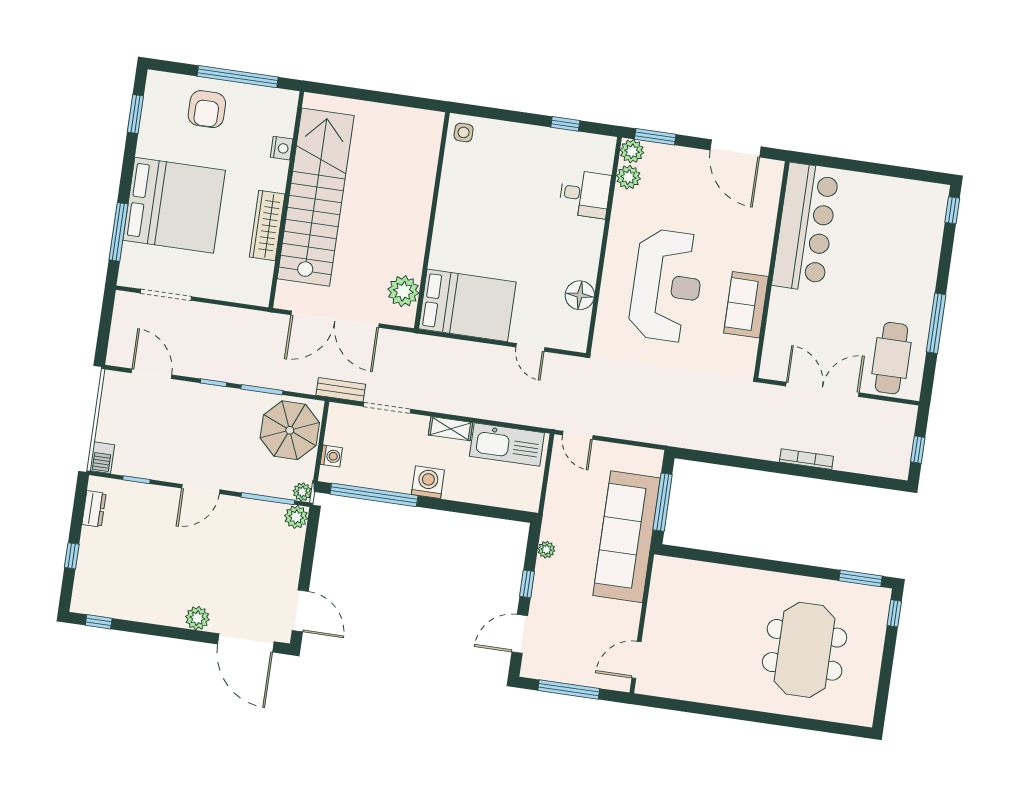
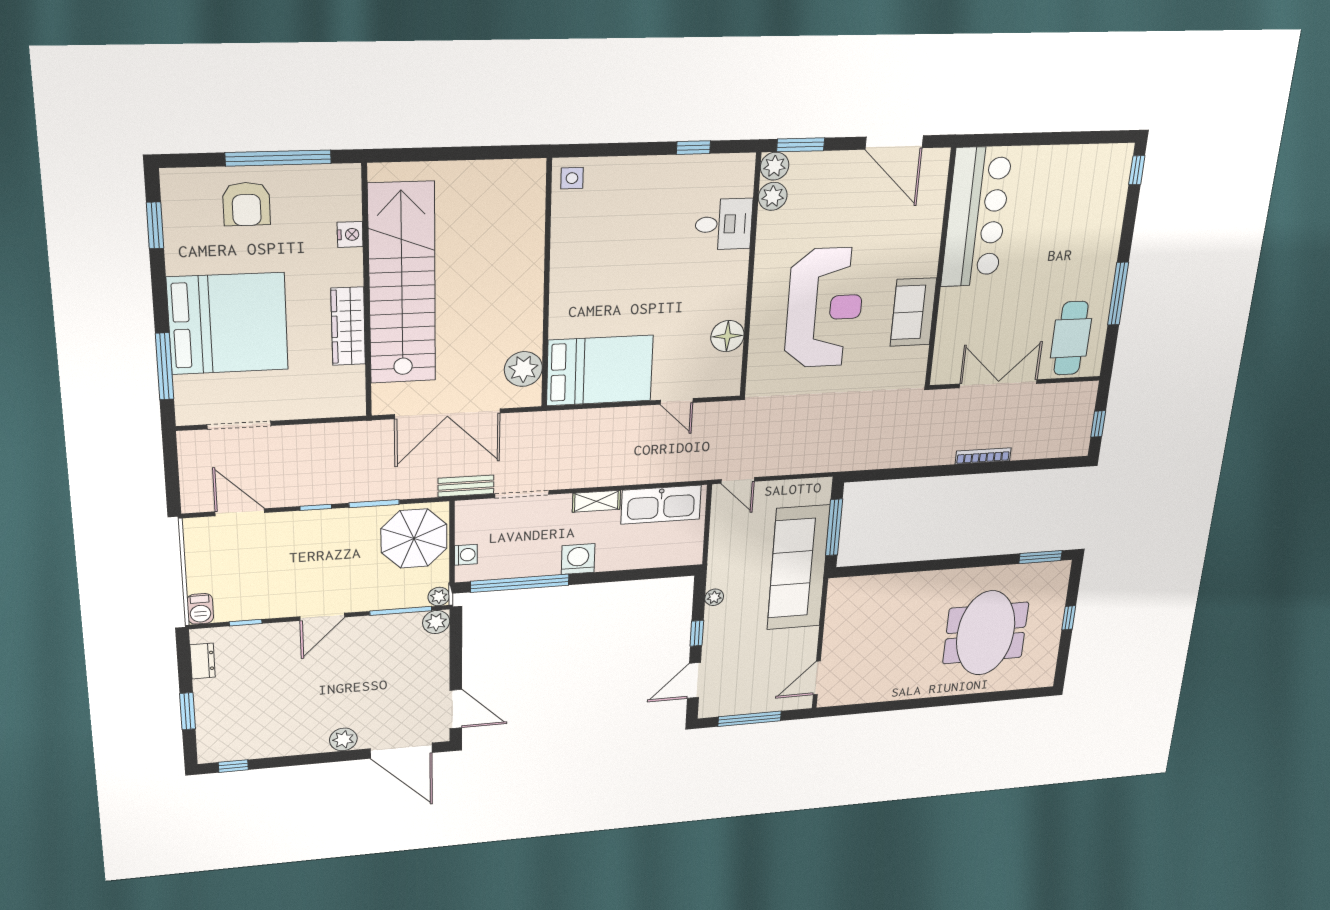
window: (72, 556) -> (188, 711), width x1.50
window: (894, 613) -> (1069, 618), moved

